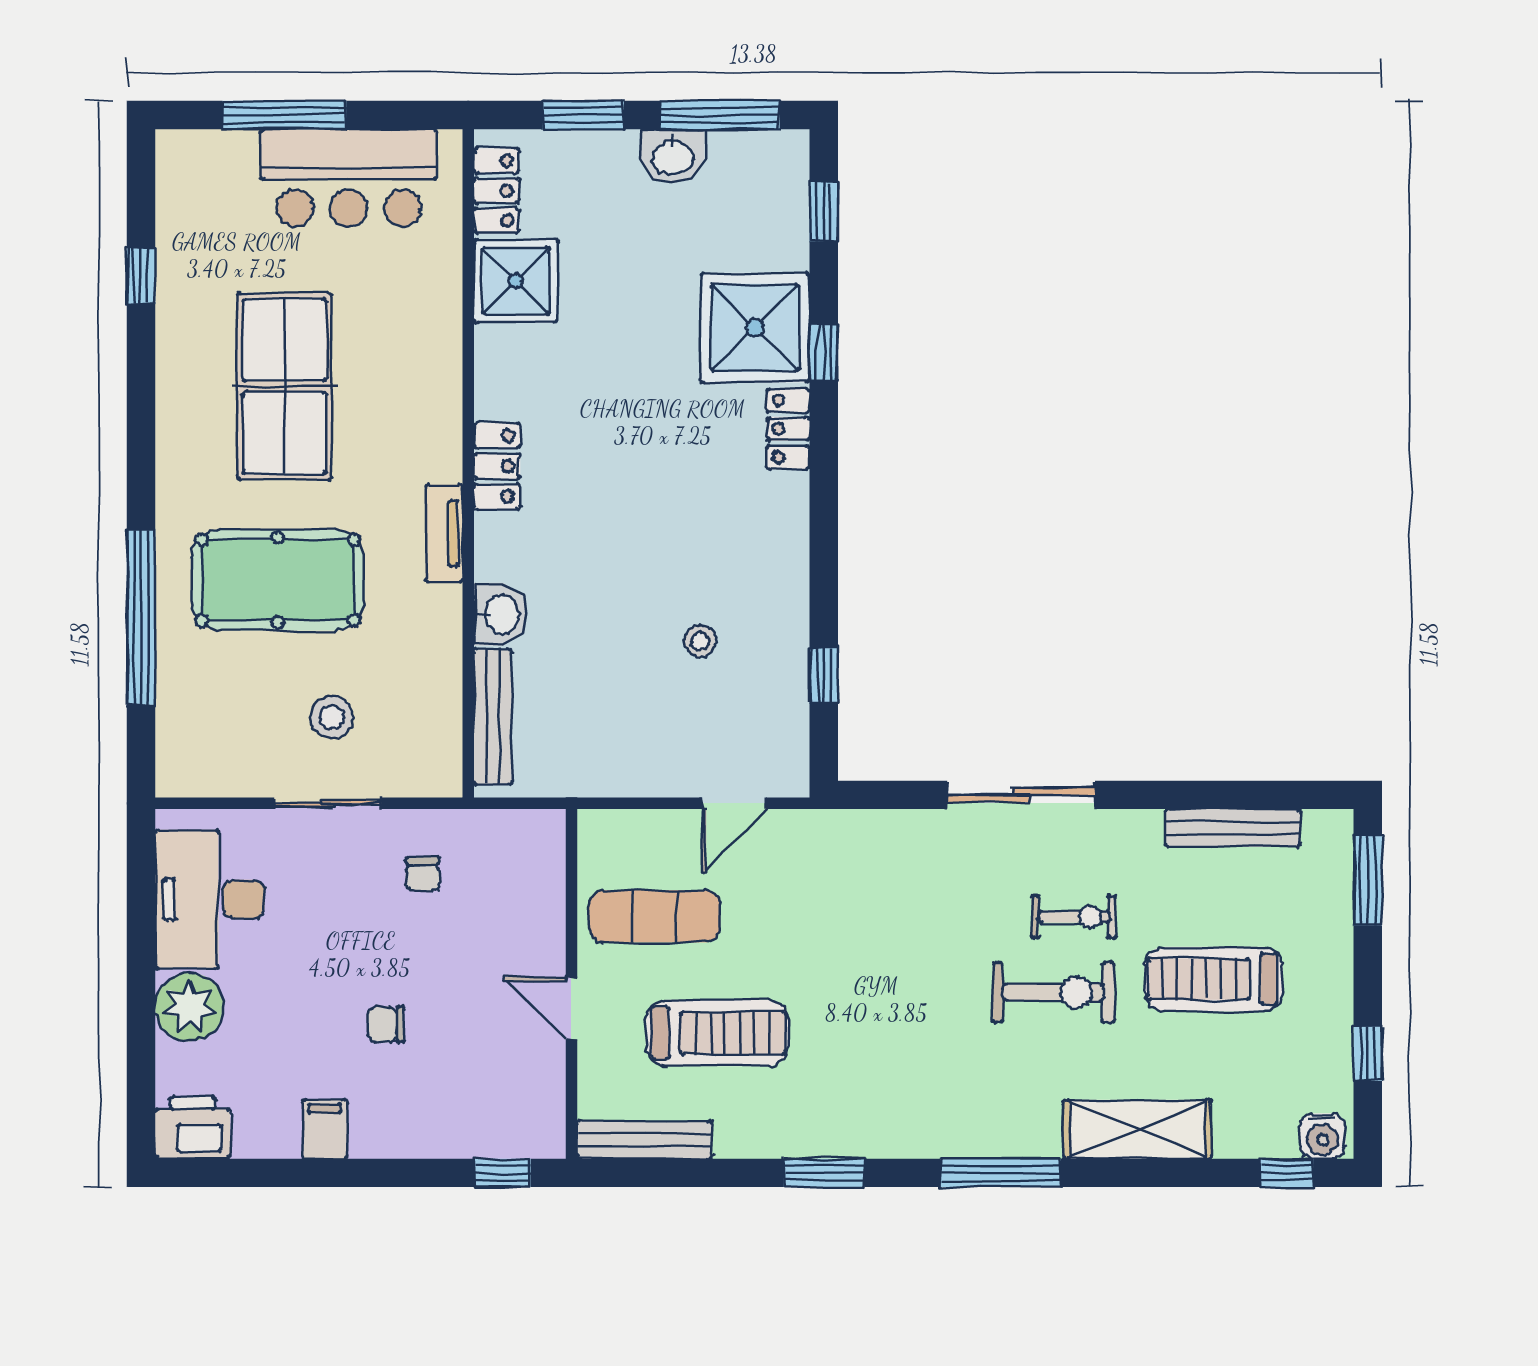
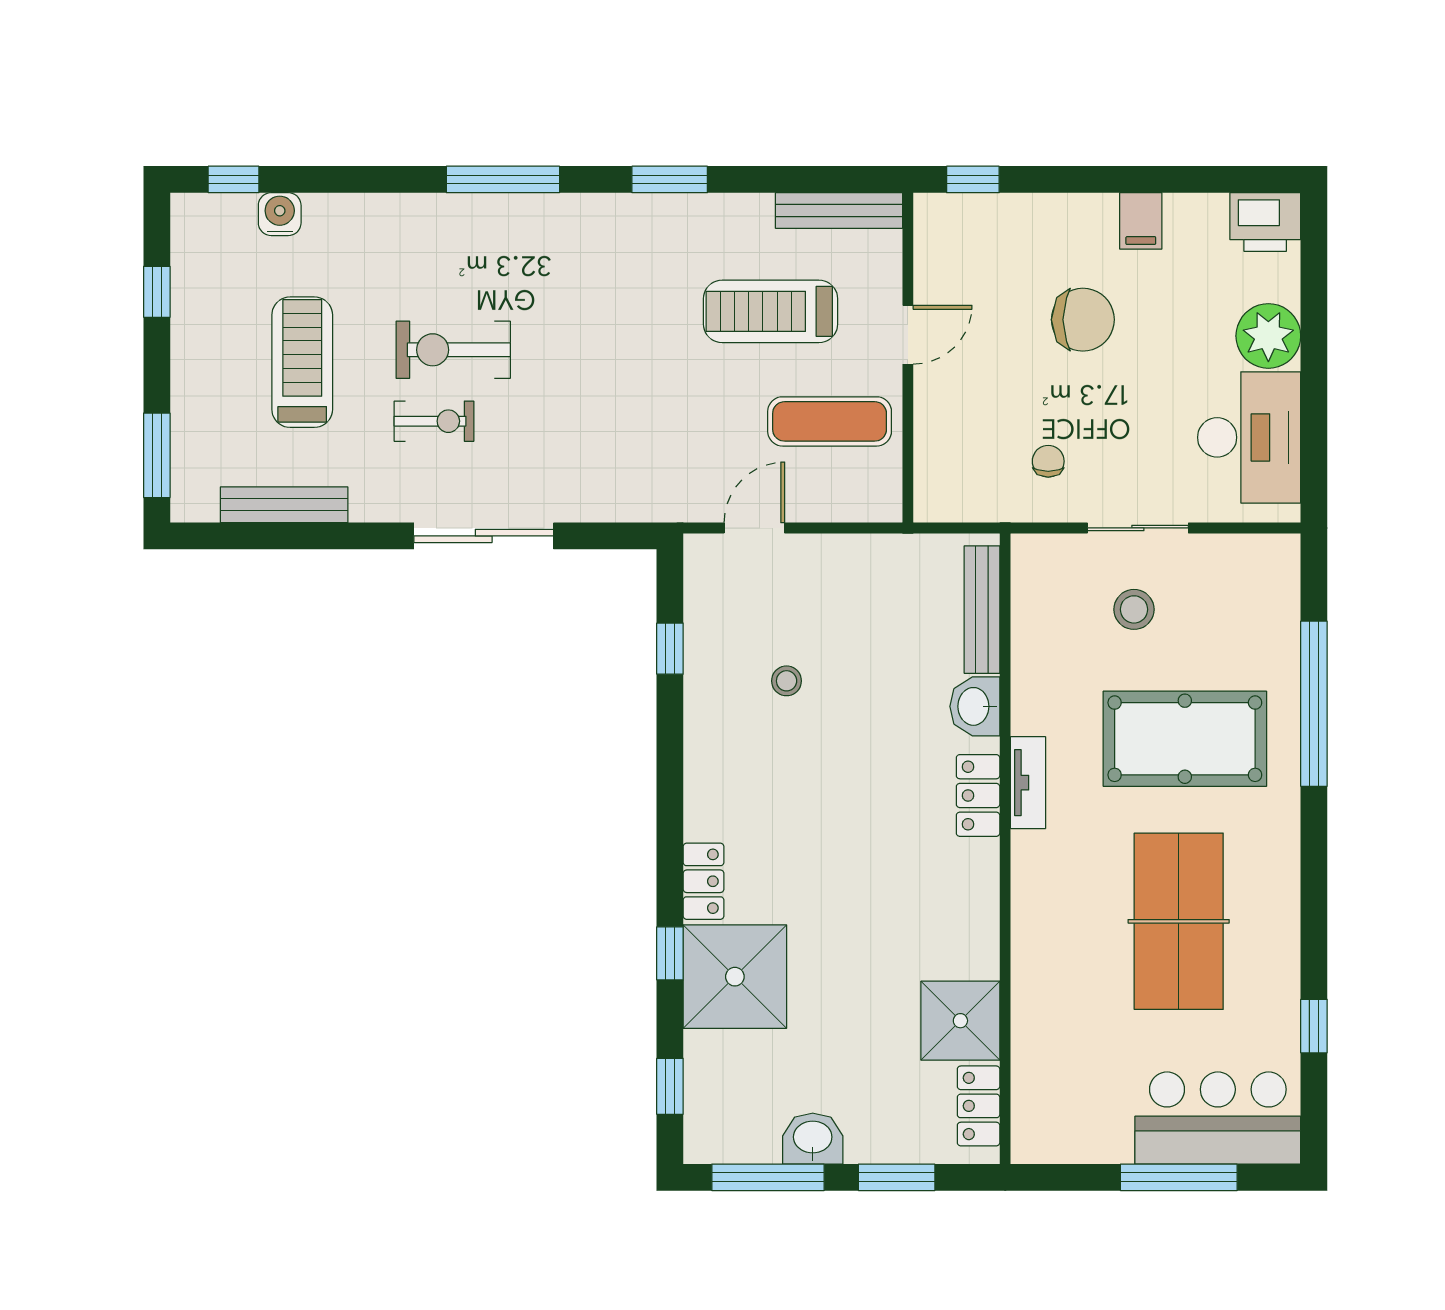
bar counter: (349, 178) -> (1218, 1118), moved
locker: (497, 466) -> (978, 795), moved
exercise bike: (1074, 917) -> (434, 421), turned 180
treadmill: (1214, 979) -> (302, 362), turned -90
door: (571, 1008) -> (908, 335), hinge flipped
chair: (386, 1024) -> (1083, 320), width x1.87, depth x1.87
shelving: (1137, 1129) -> (374, 221), removed
water cooler: (1323, 1136) -> (280, 214), moved

